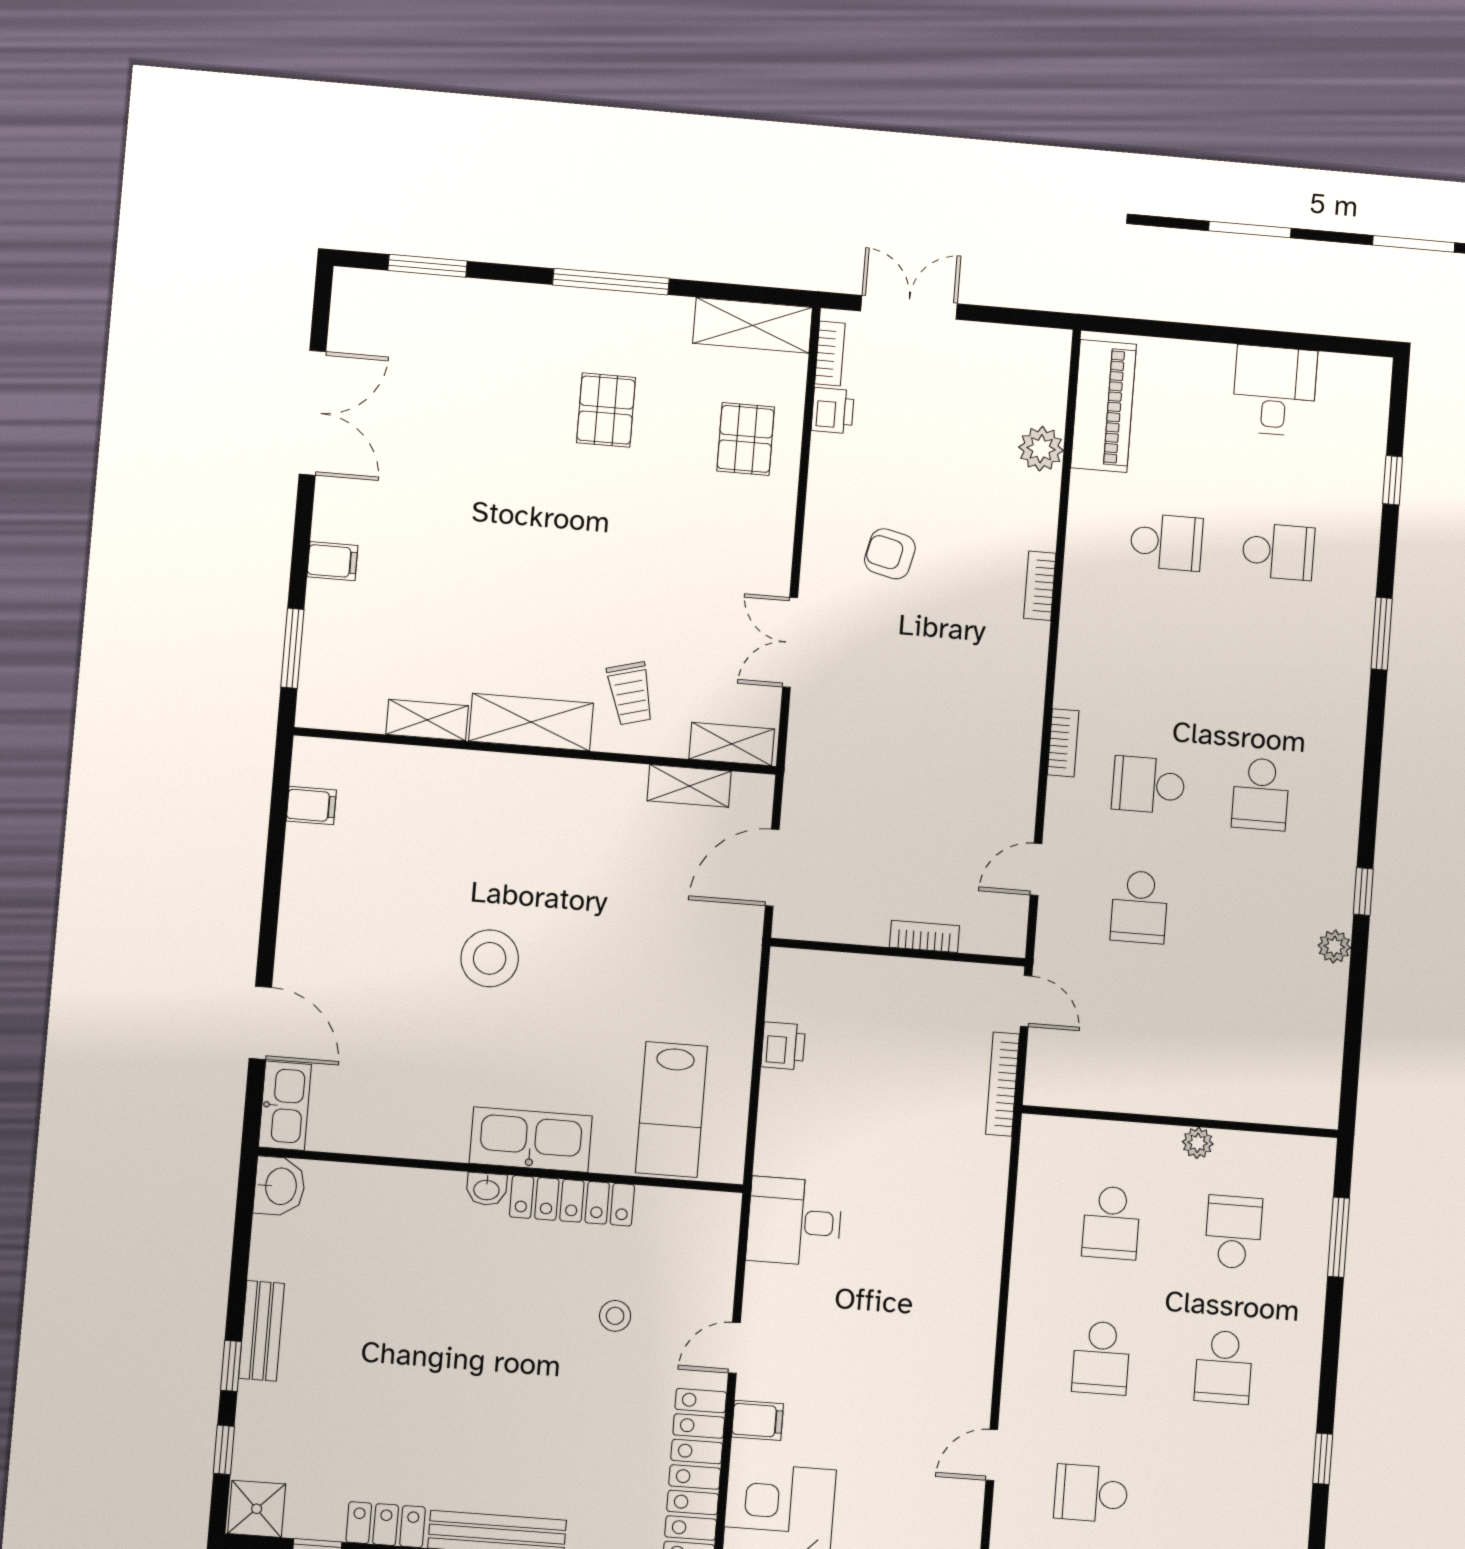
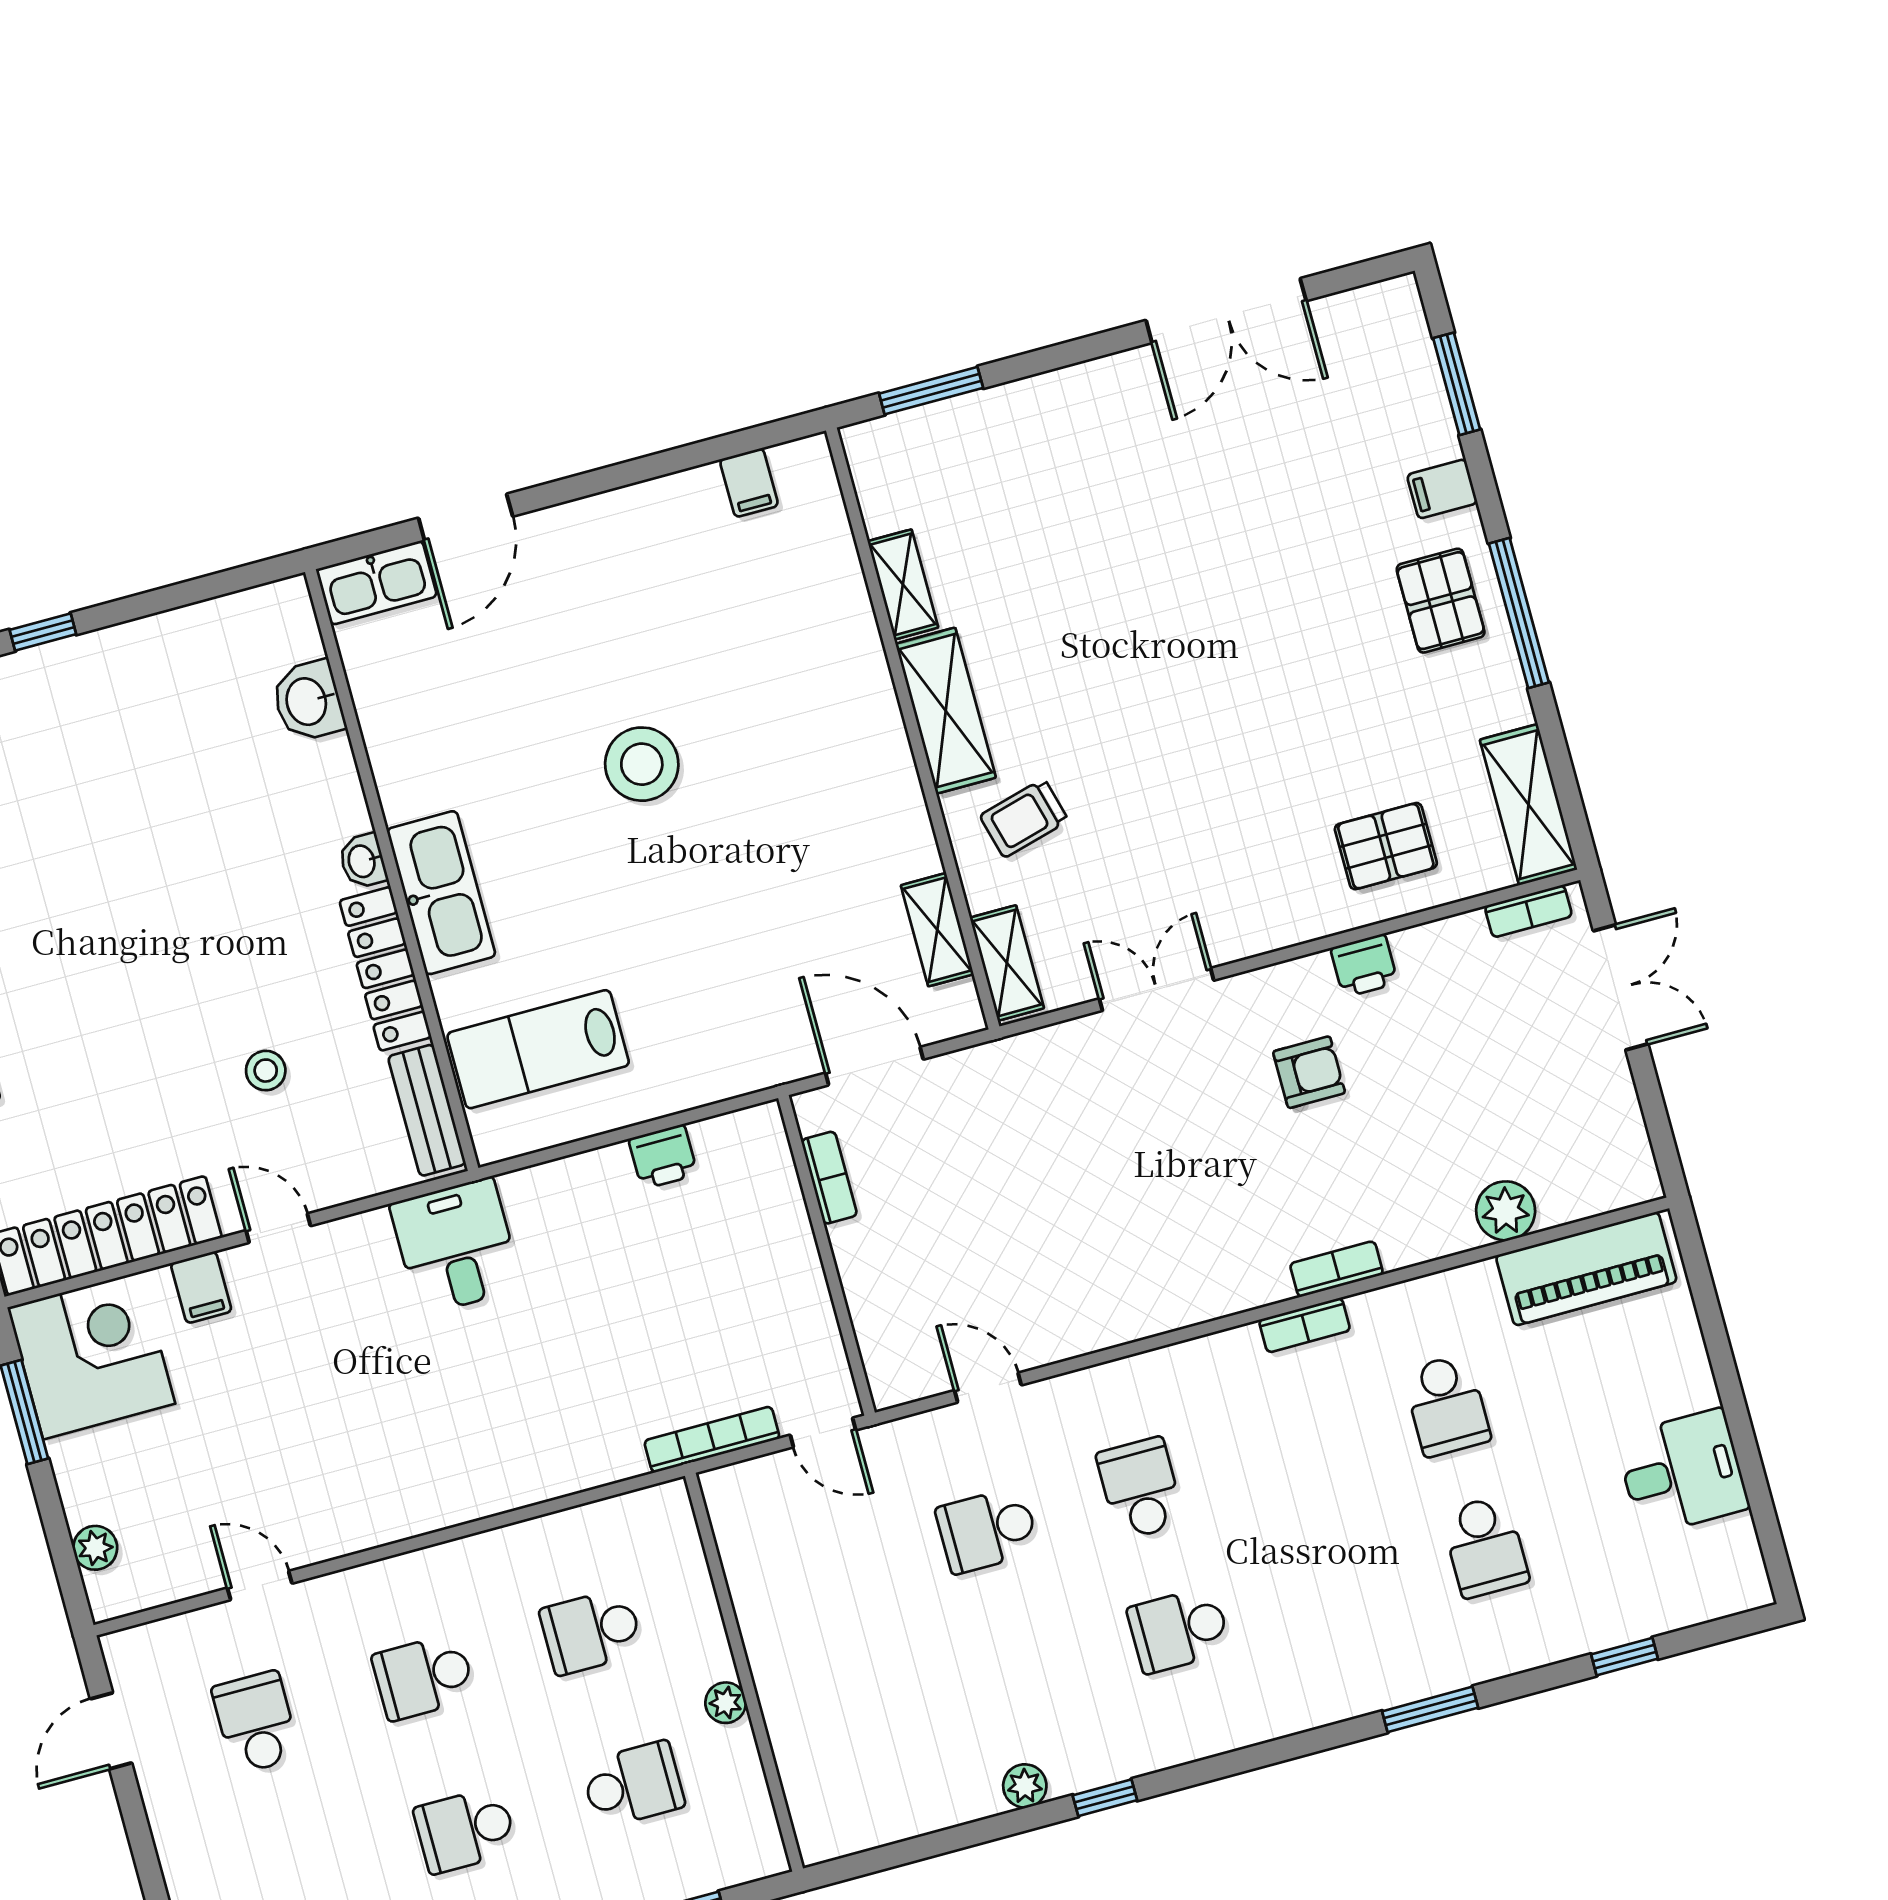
pallet: (606, 410) -> (1441, 601), moved, turned 90
printer: (833, 411) -> (1364, 966), moved
armchair: (890, 554) -> (1309, 1072), turned 77
filing cabinet: (332, 561) -> (1442, 489), moved, turned 90
bookcase: (1063, 743) -> (1305, 1325), moved
bookcase: (924, 936) -> (829, 1178), moved
door: (1026, 1001) -> (823, 1432), hinge flipped
washbasin: (280, 1186) -> (308, 701), moved, turned 90
bench: (261, 1331) -> (427, 1110), moved, turned 90

